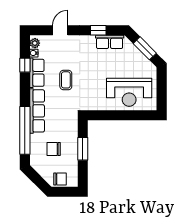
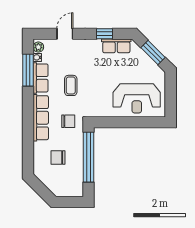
window: (25, 65) -> (28, 70), width x2.17
window: (25, 130) -> (28, 138), removed
window: (83, 149) -> (88, 157), width x2.11
chair: (60, 179) -> (68, 121), moved

